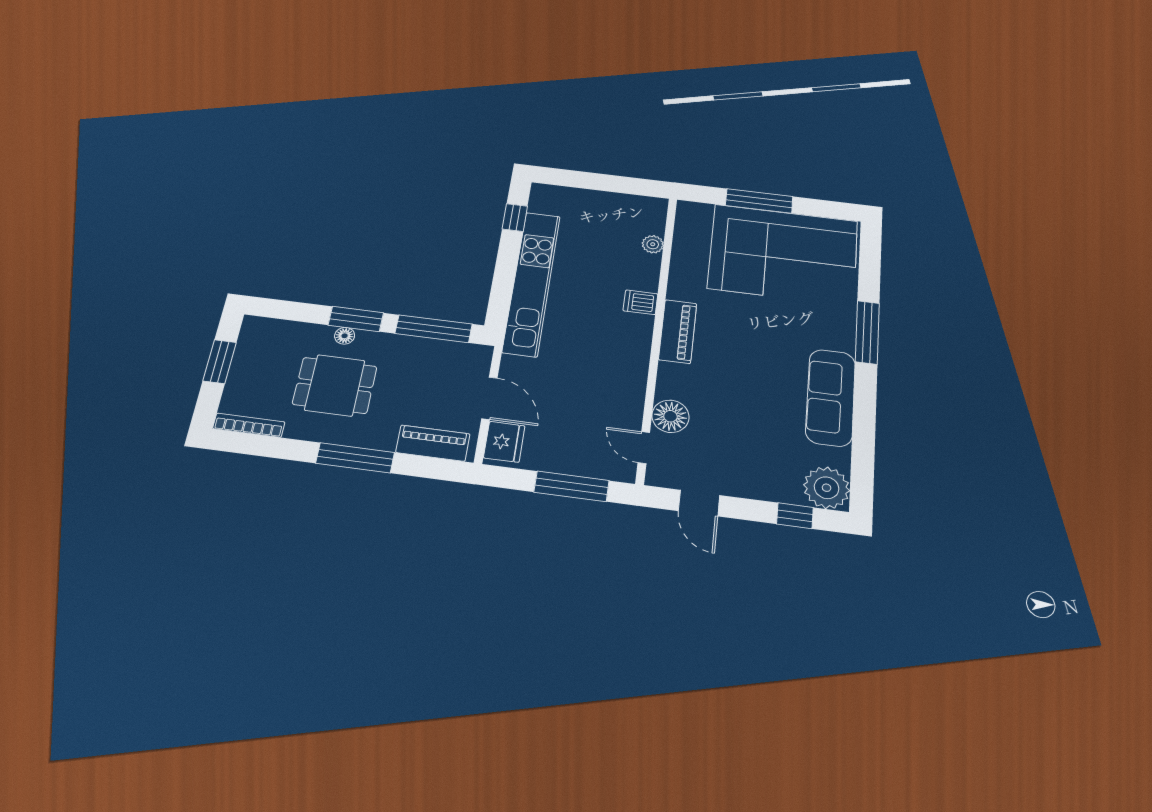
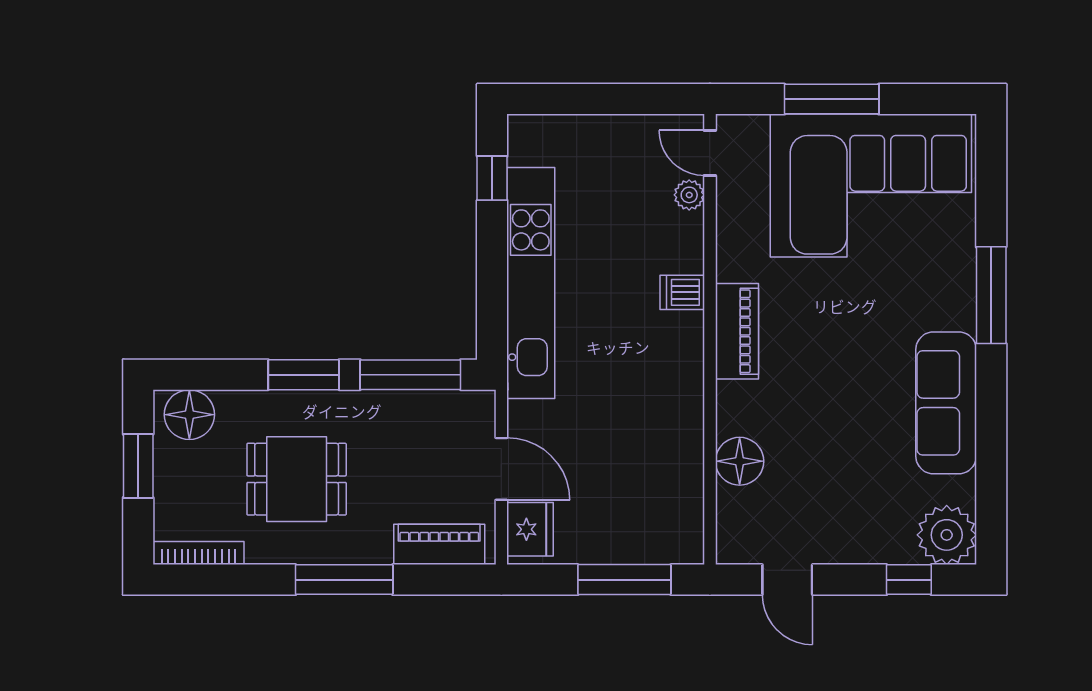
floor lamp: (345, 336) -> (189, 415), moved, width x1.89, depth x1.89
door: (644, 448) -> (710, 153), moved

